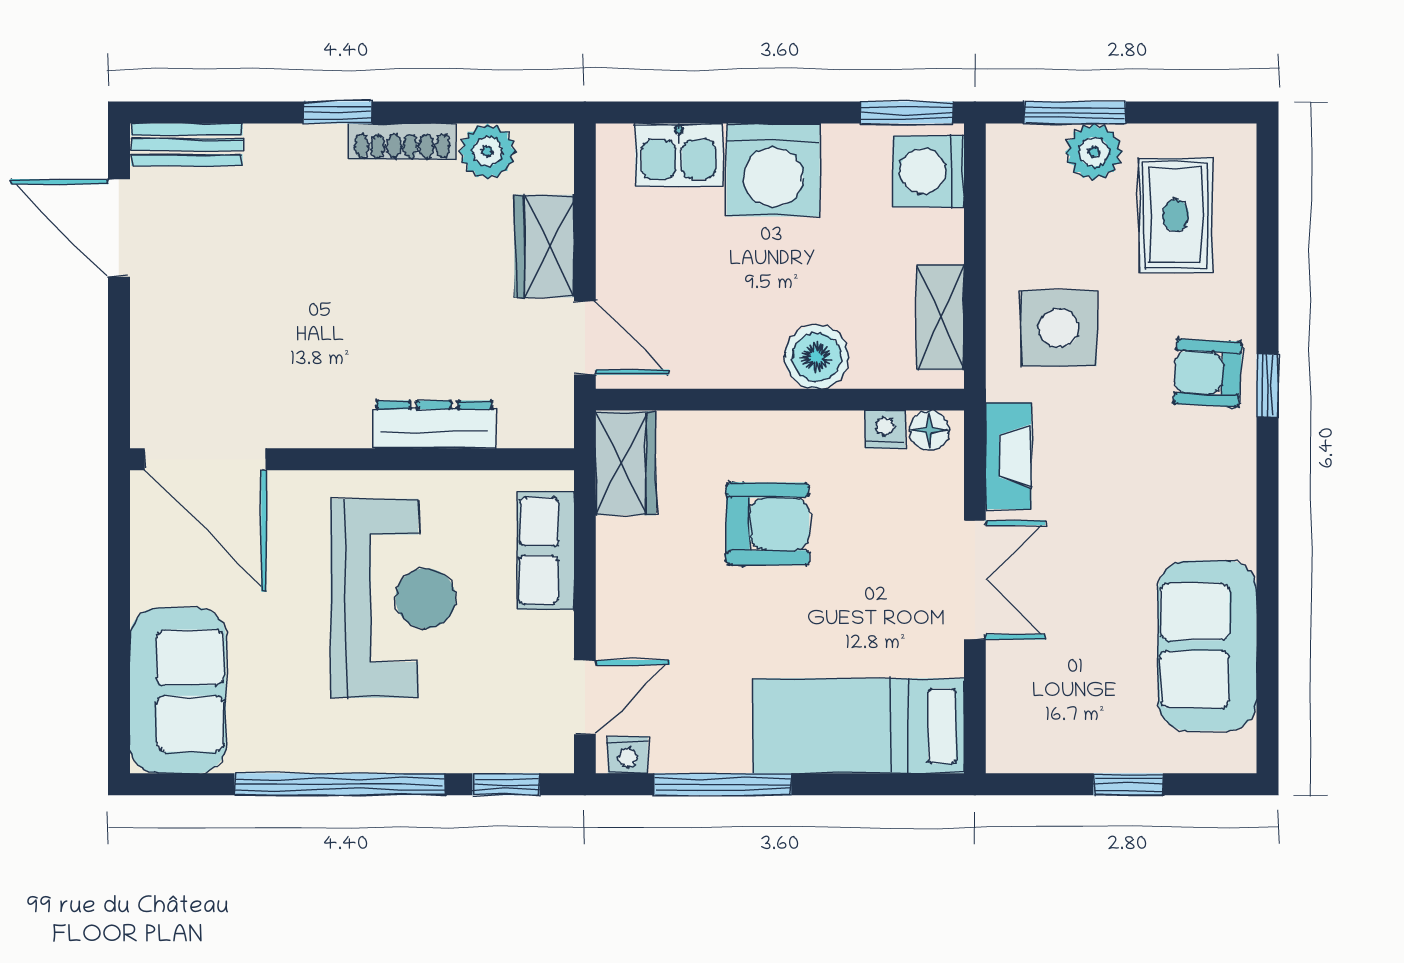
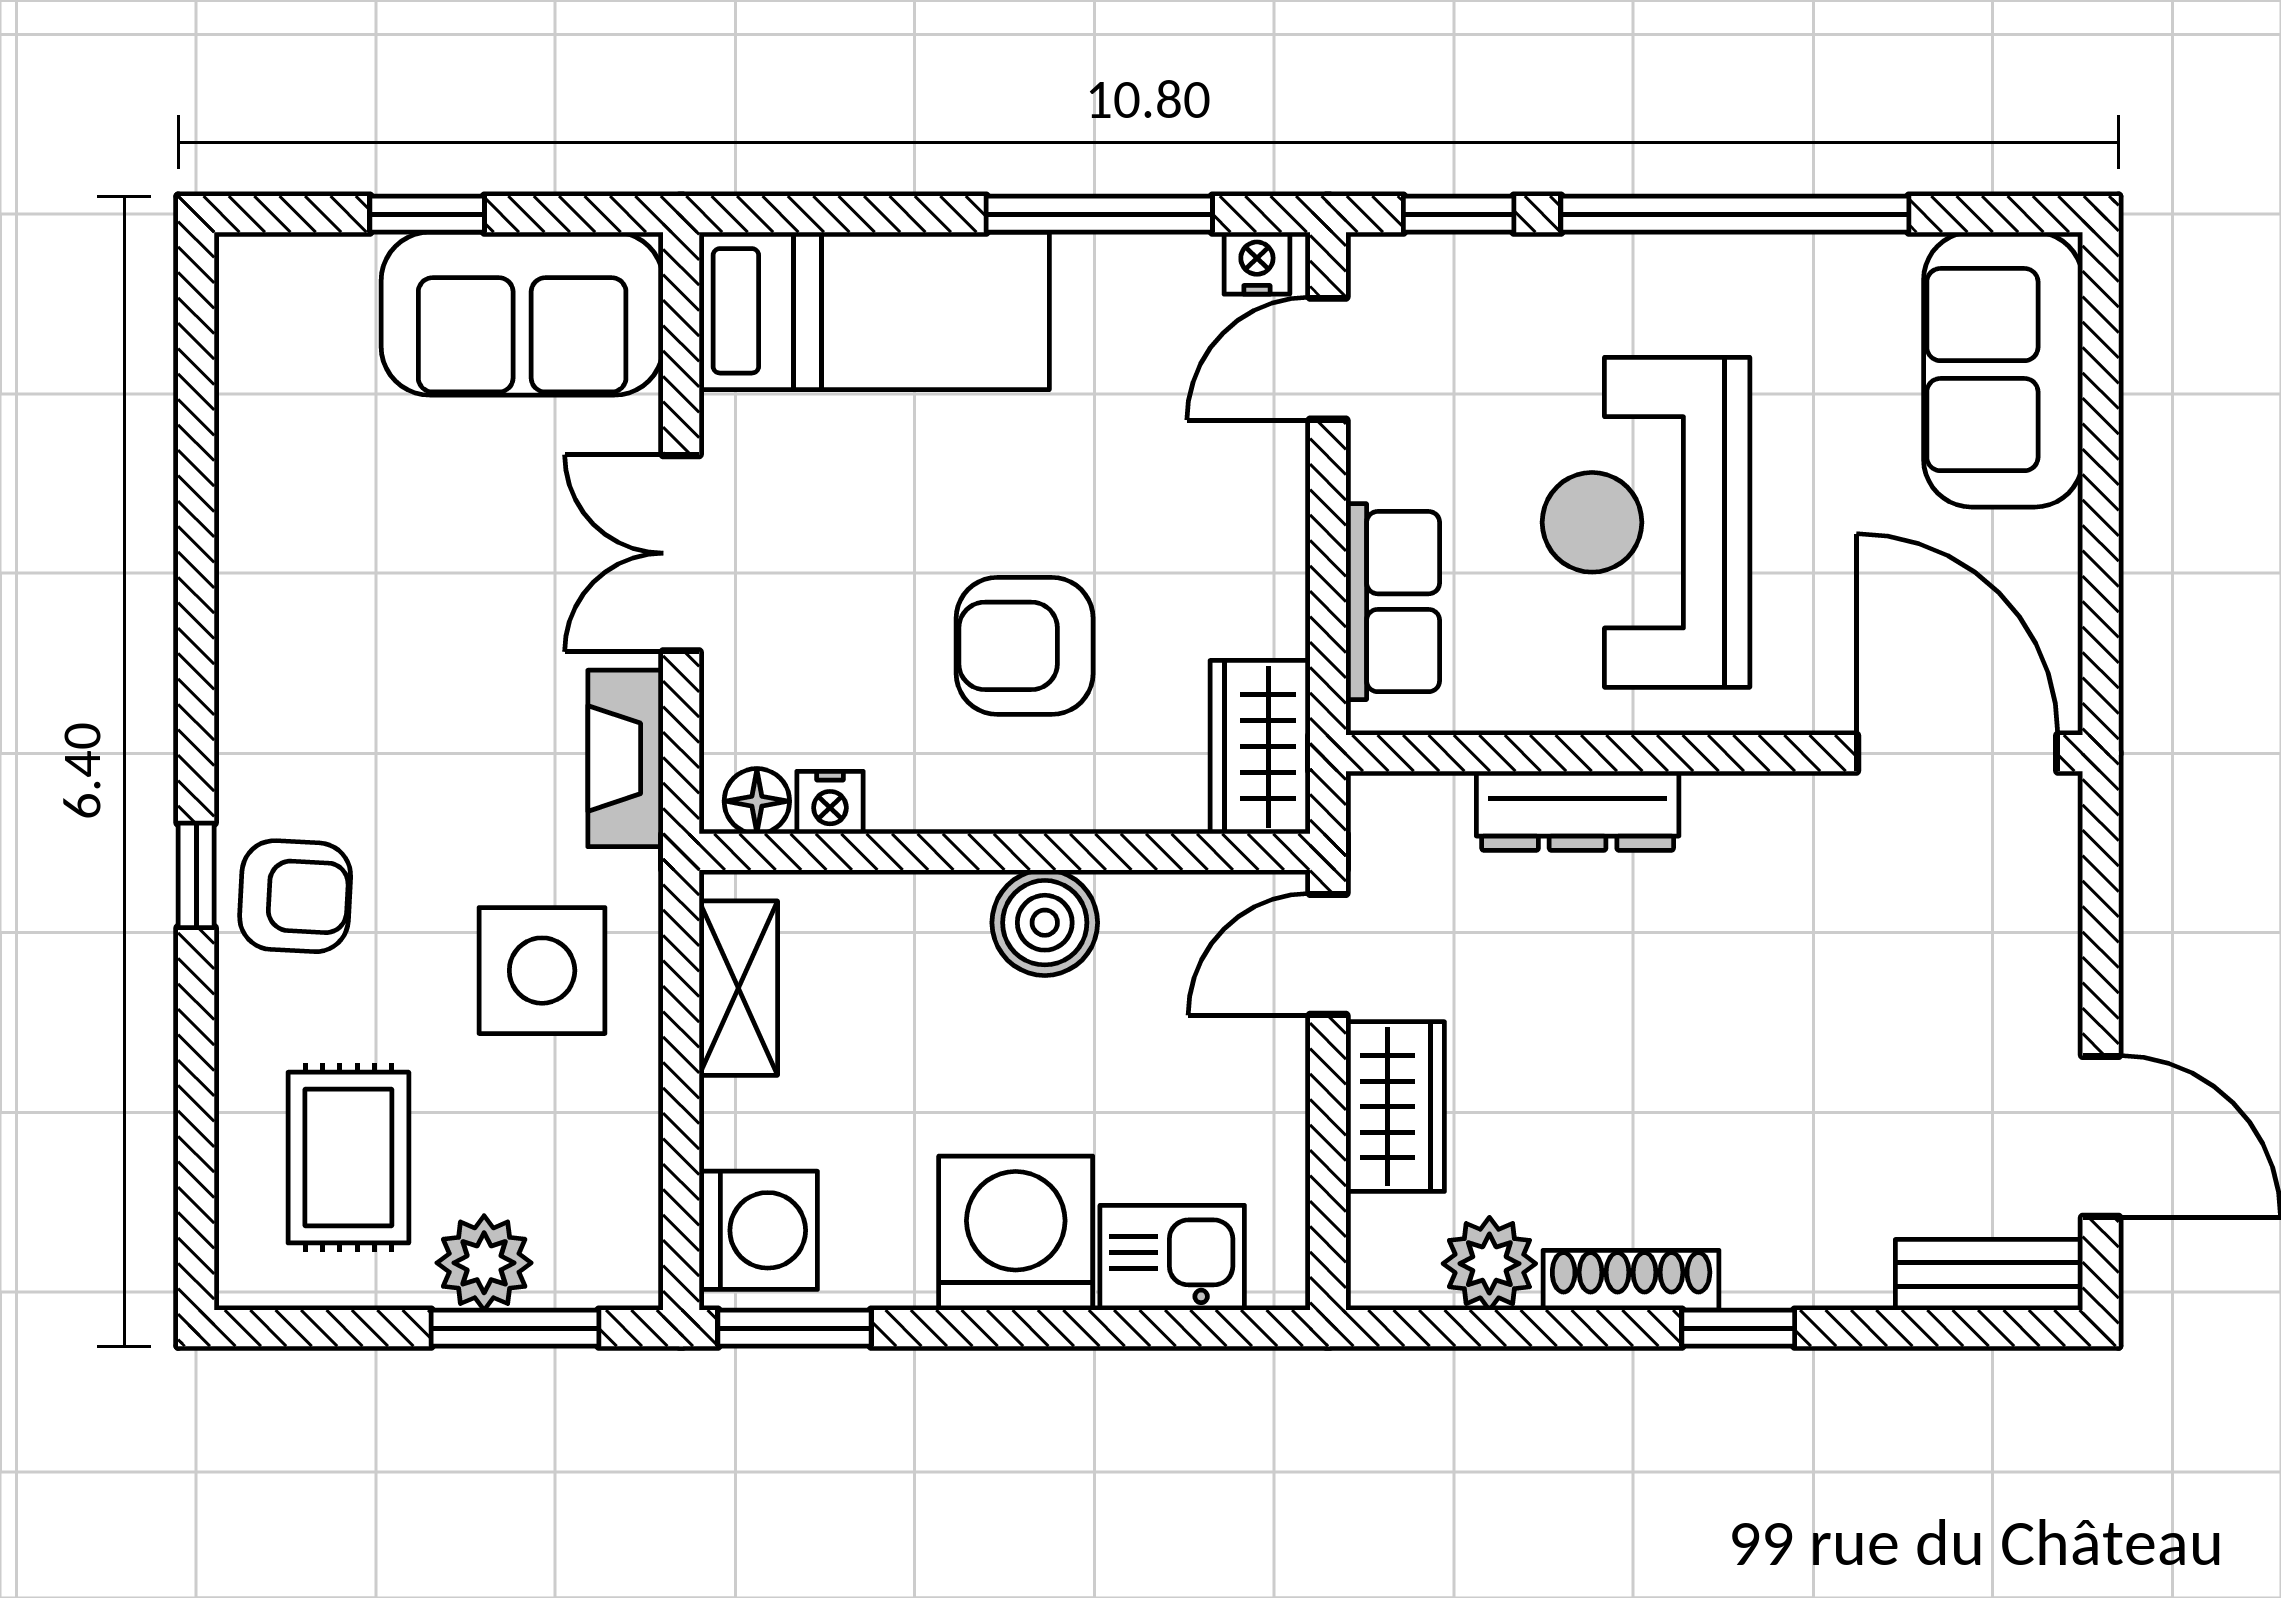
door: (585, 338) -> (1328, 954), hinge flipped
boiler: (817, 357) -> (1045, 923), moved
sofa: (1207, 646) -> (522, 314), moved, turned 90

